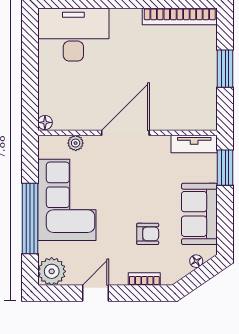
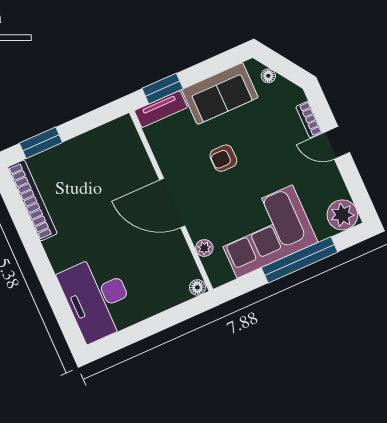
window: (225, 69) -> (41, 143), moved
tv unit: (194, 144) -> (161, 109), moved, turned 90
armchair: (148, 234) -> (223, 158), moved, turned -90
door: (95, 293) -> (336, 143), moved

